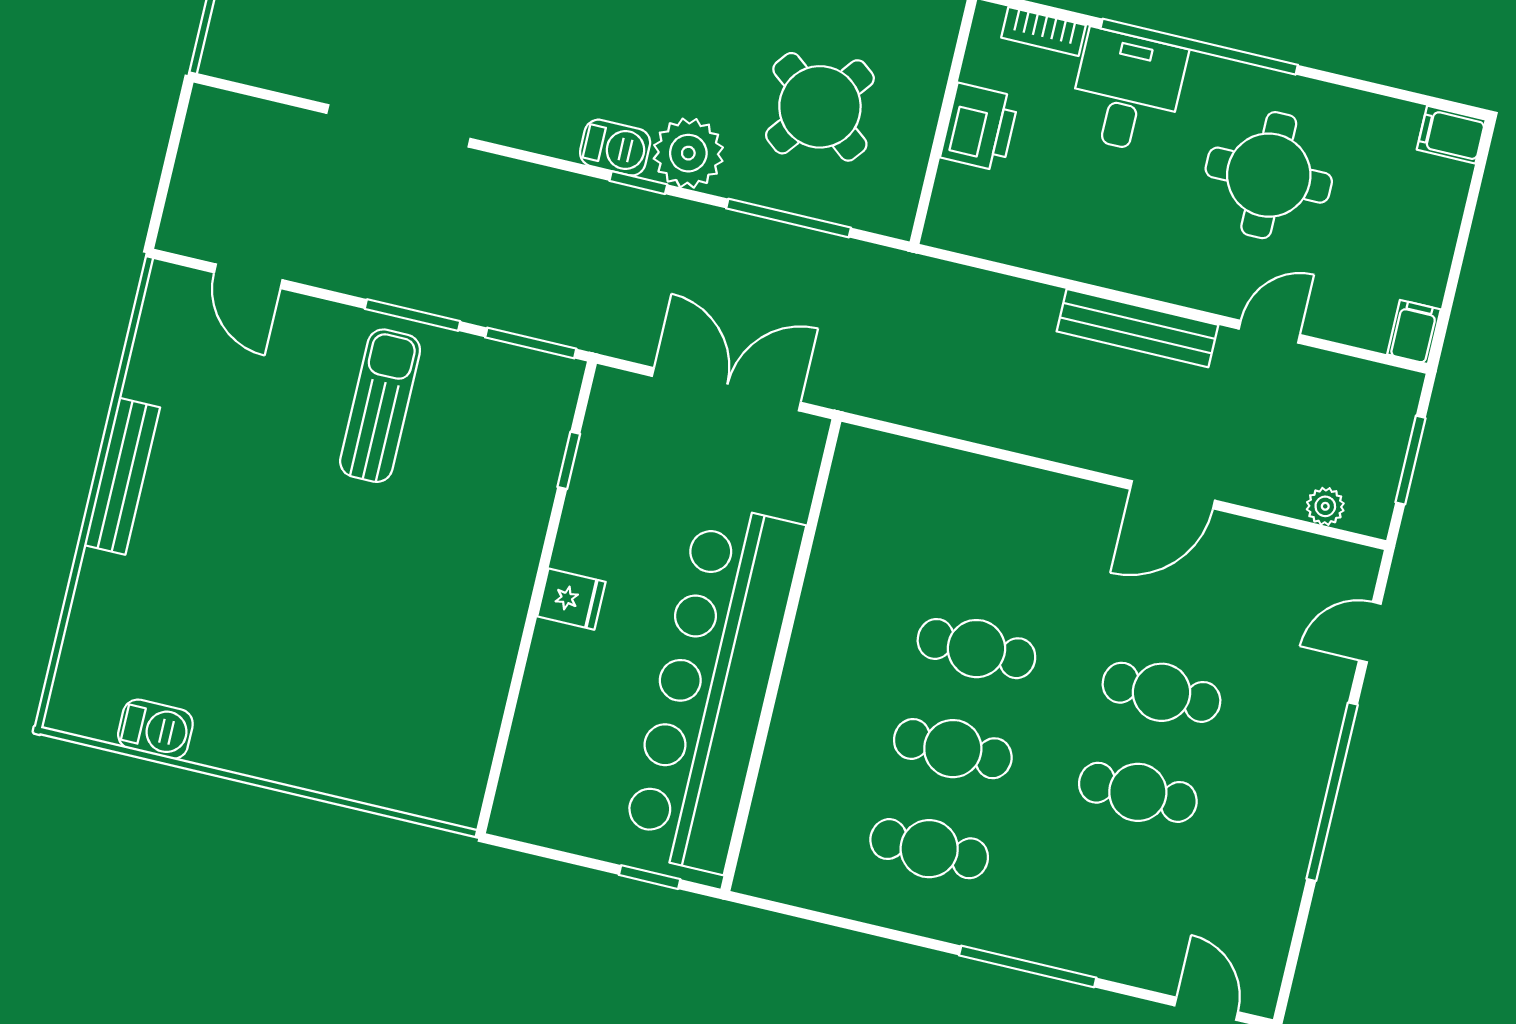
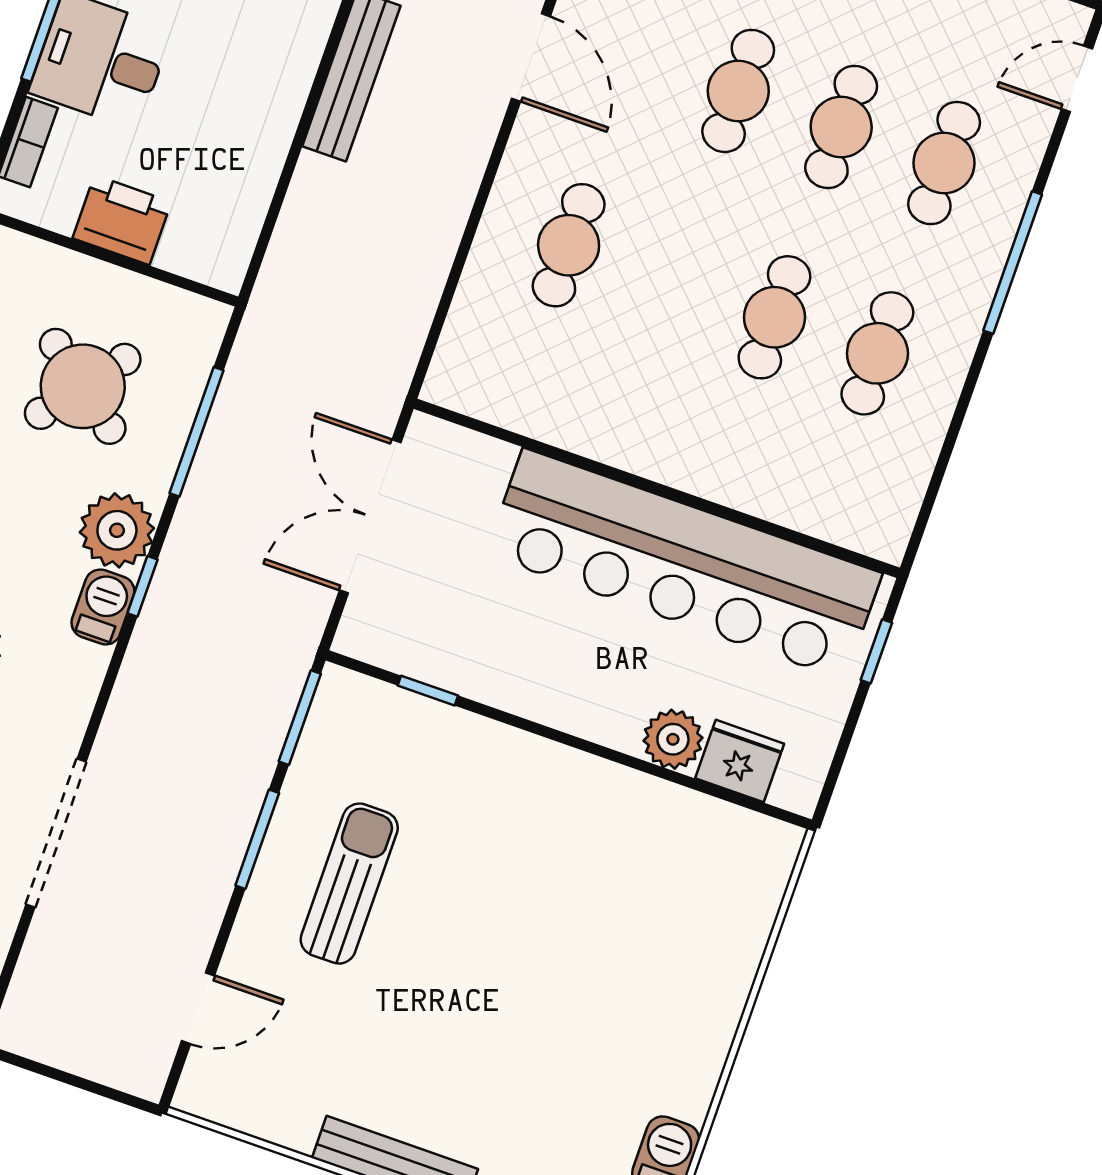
sun lounger: (380, 406) -> (349, 884), turned 90
fridge: (571, 599) -> (740, 761), moved, width x1.38
cafe table: (976, 649) -> (569, 245), moved
plant: (547, 695) -> (673, 739), added
cafe table: (1114, 892) -> (944, 163), added

